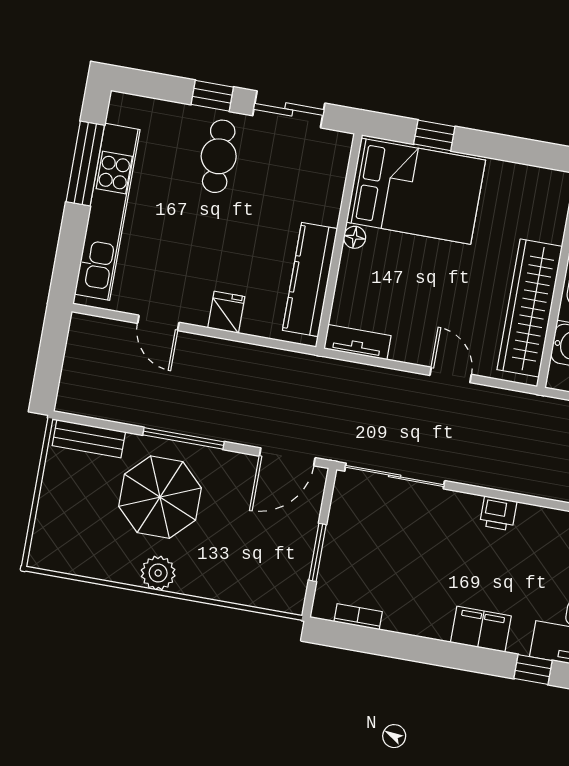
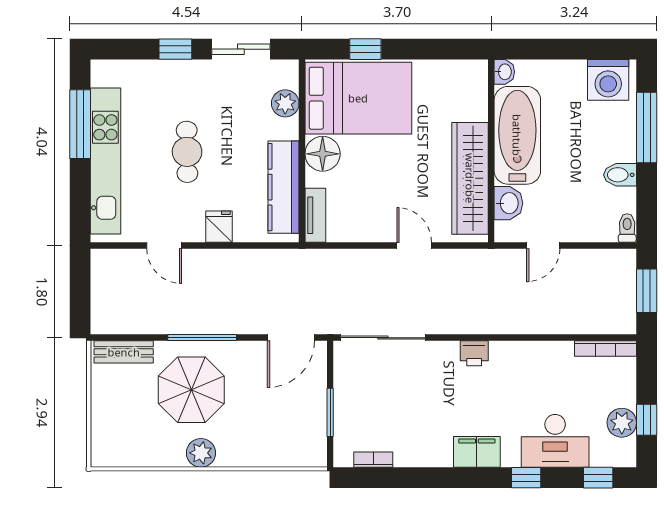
cafe table: (219, 156) -> (187, 152), moved
plant: (329, 182) -> (285, 103), added
floor lamp: (355, 237) -> (323, 154), width x1.89, depth x1.89
tv unit: (357, 342) -> (315, 215), moved, turned 90

